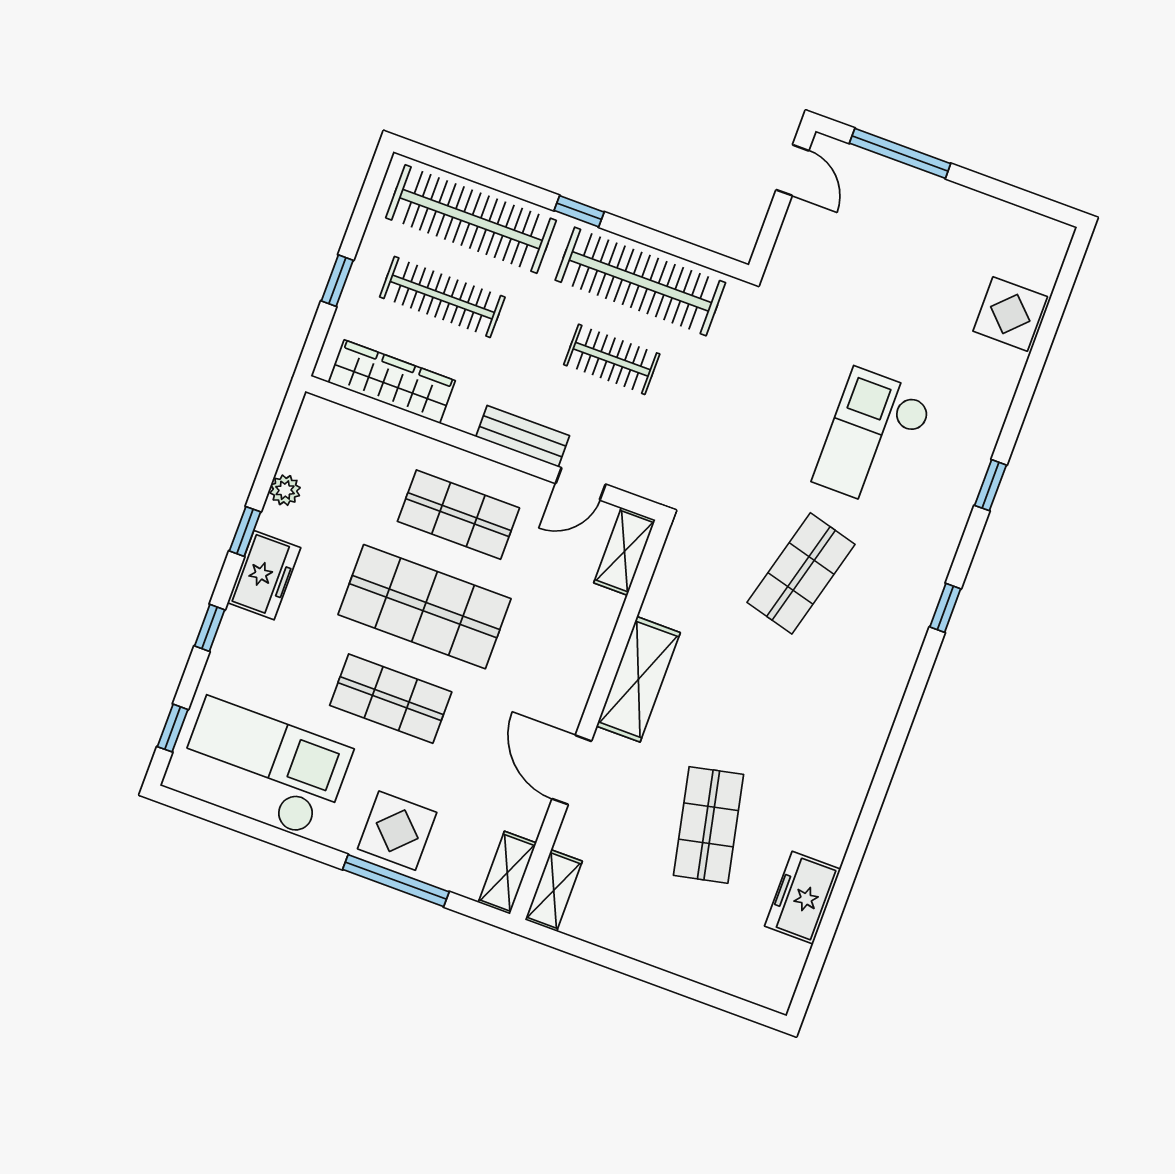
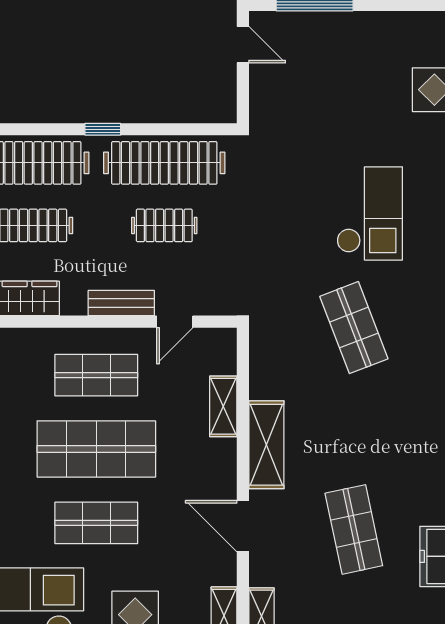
checkout: (873, 438) -> (370, 213), turned 180
shelving: (625, 551) -> (223, 406), moved
shop shelf: (801, 573) -> (354, 328), turned -36

